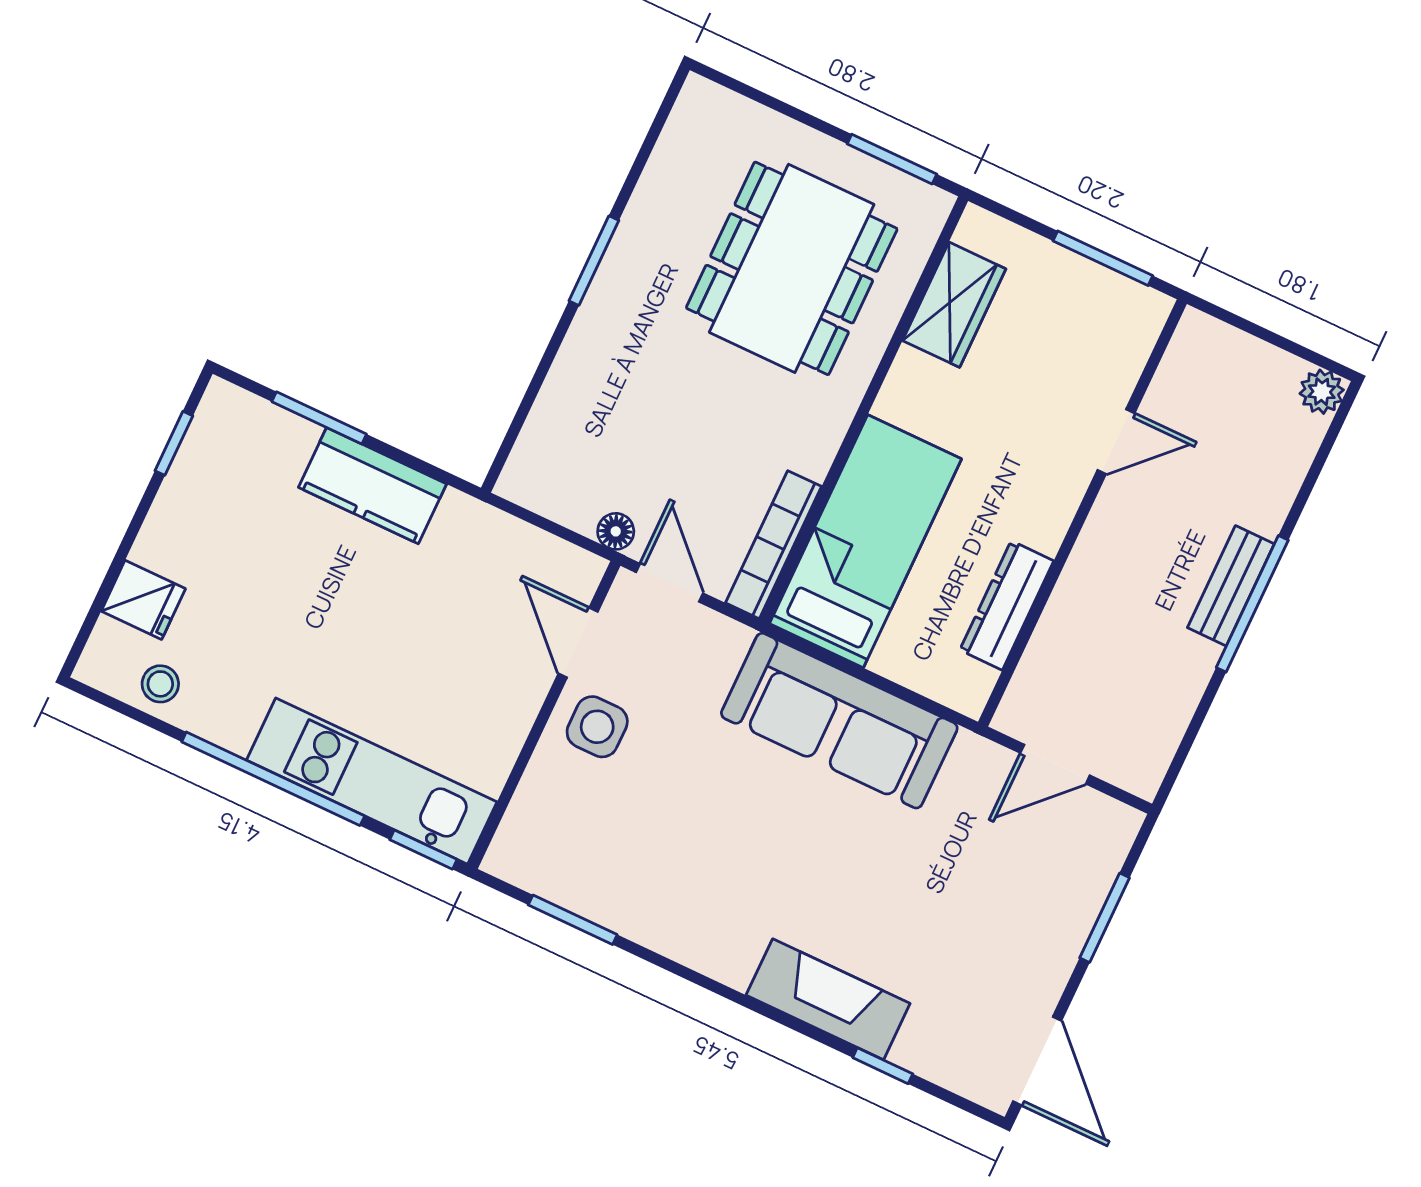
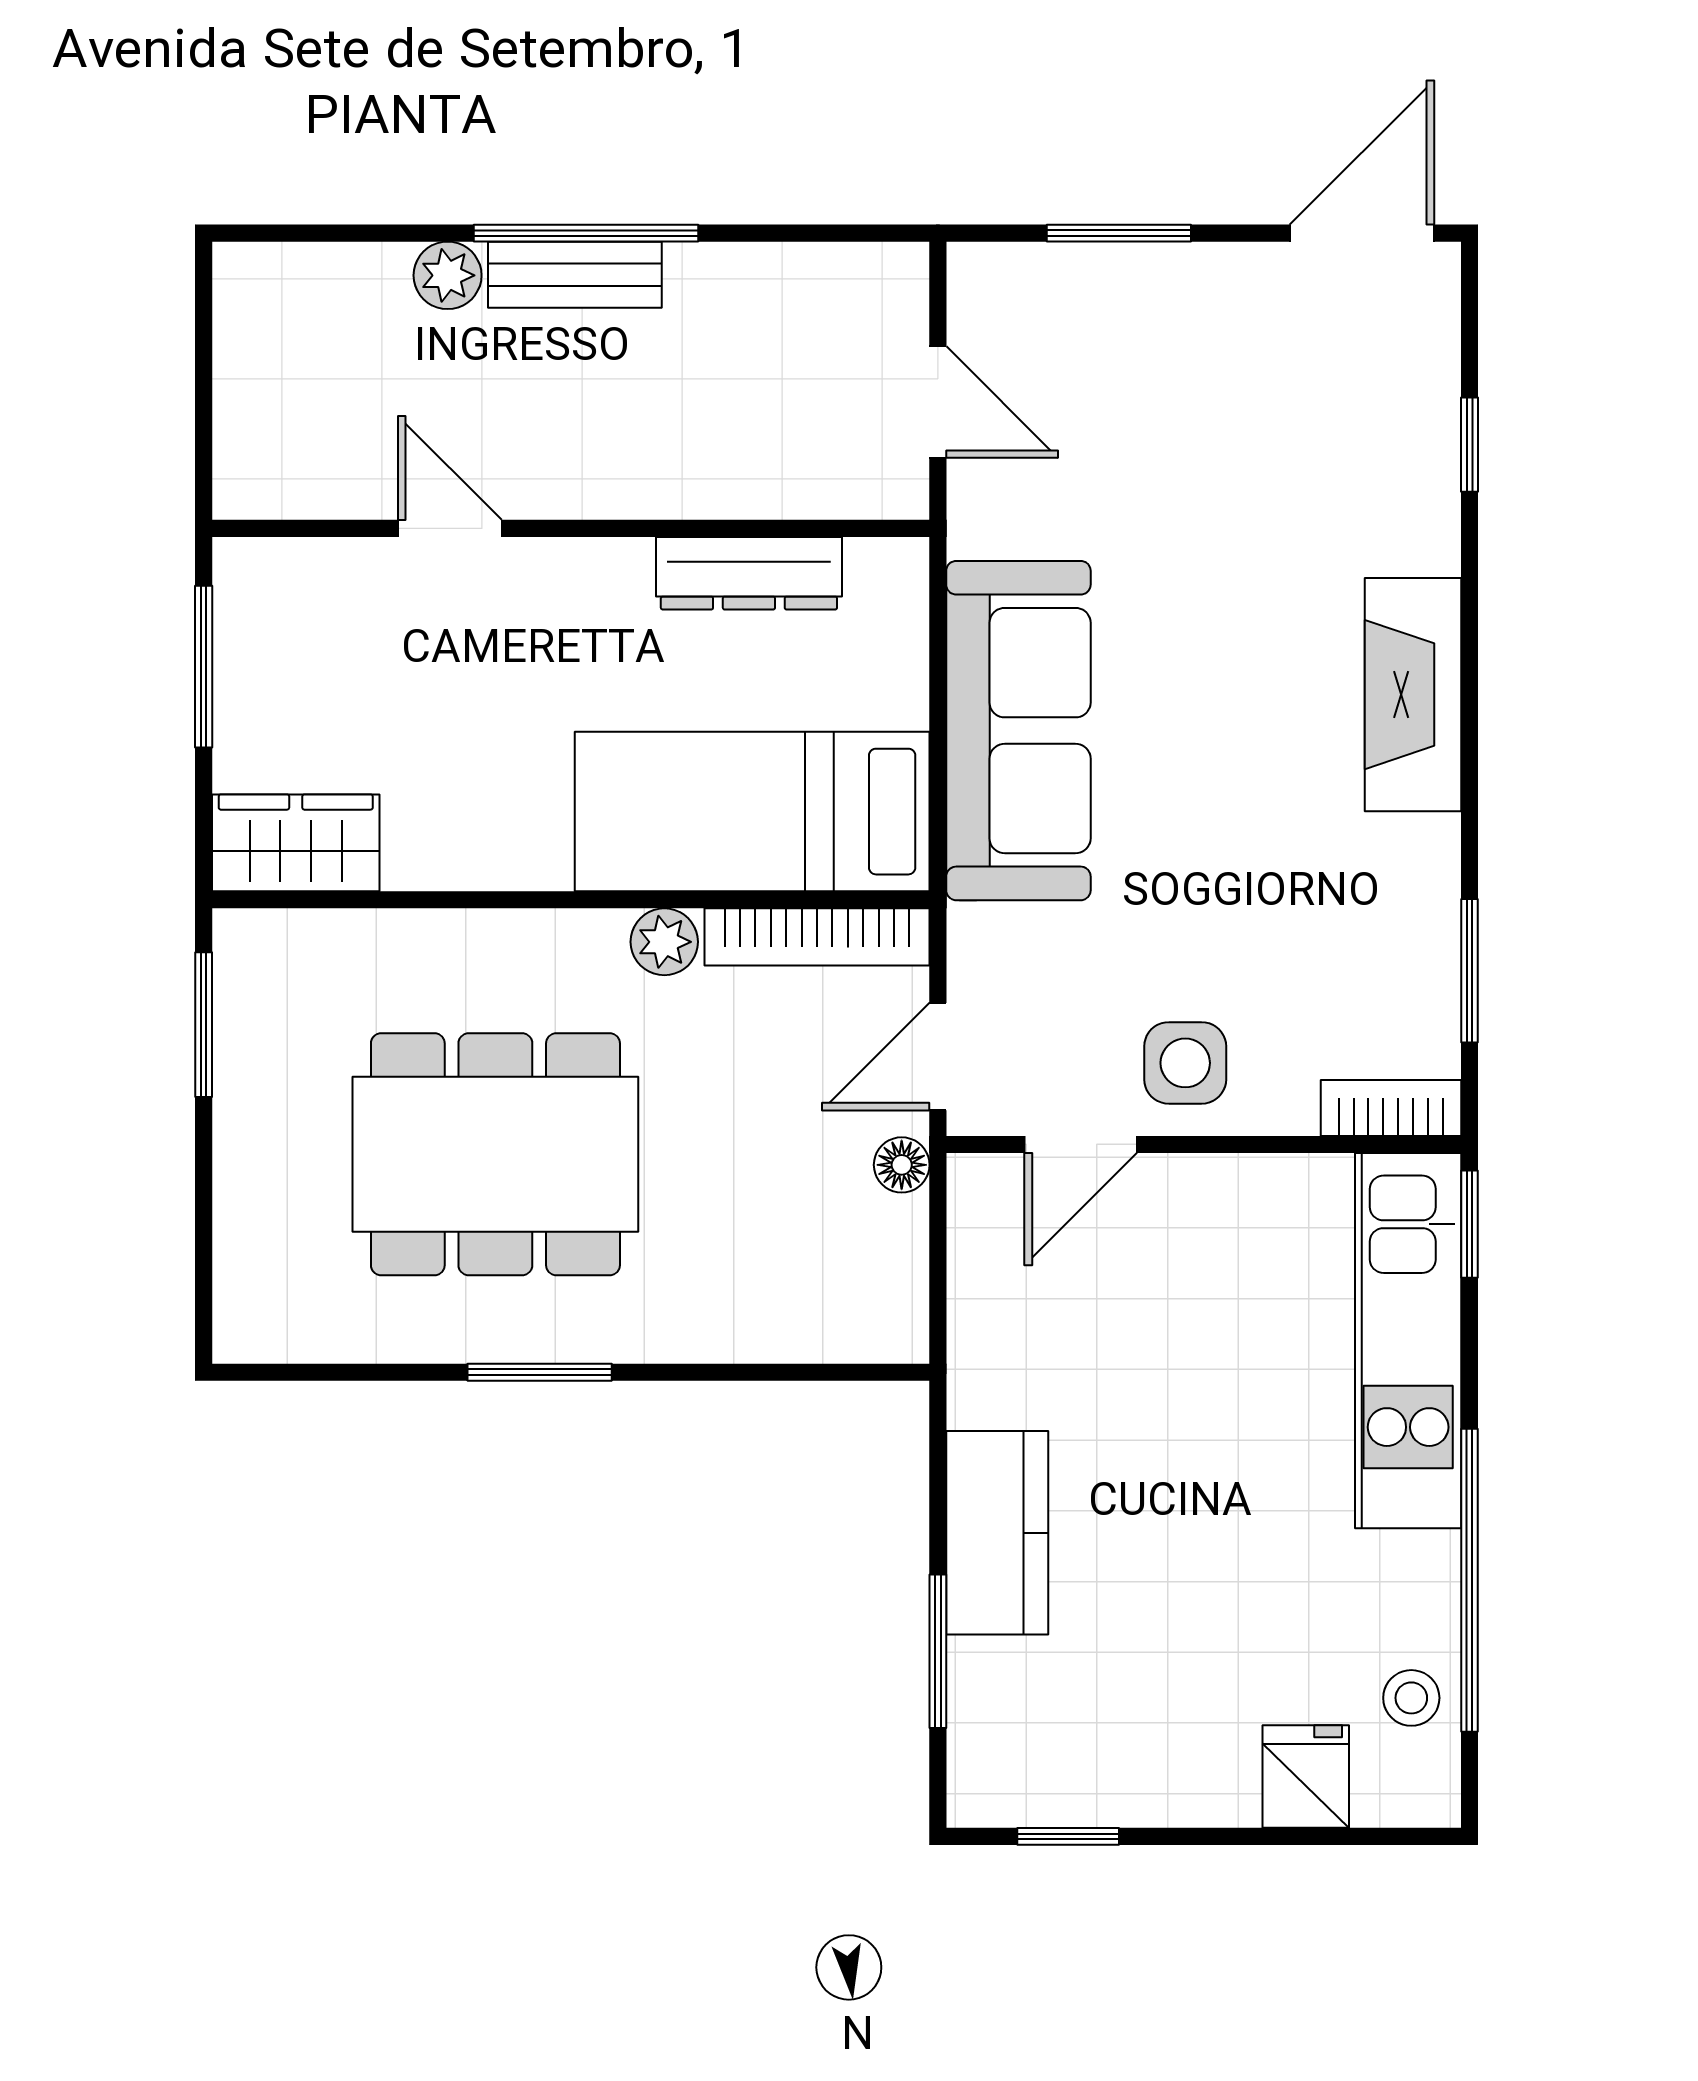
dining table: (792, 268) -> (495, 1154), moved
wardrobe: (954, 305) -> (296, 843), moved
plant: (1322, 392) -> (448, 275), moved
plant: (813, 453) -> (664, 942), added
window: (273, 779) -> (1469, 1580), moved
bookcase: (514, 835) -> (1391, 1108), added
fireplace: (828, 999) -> (1413, 695), moved

